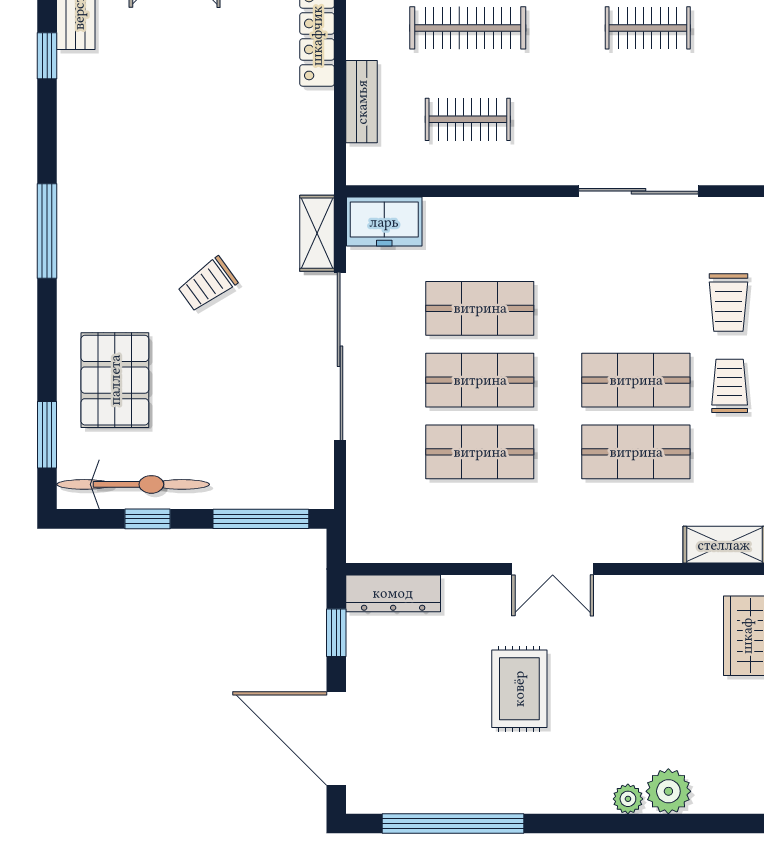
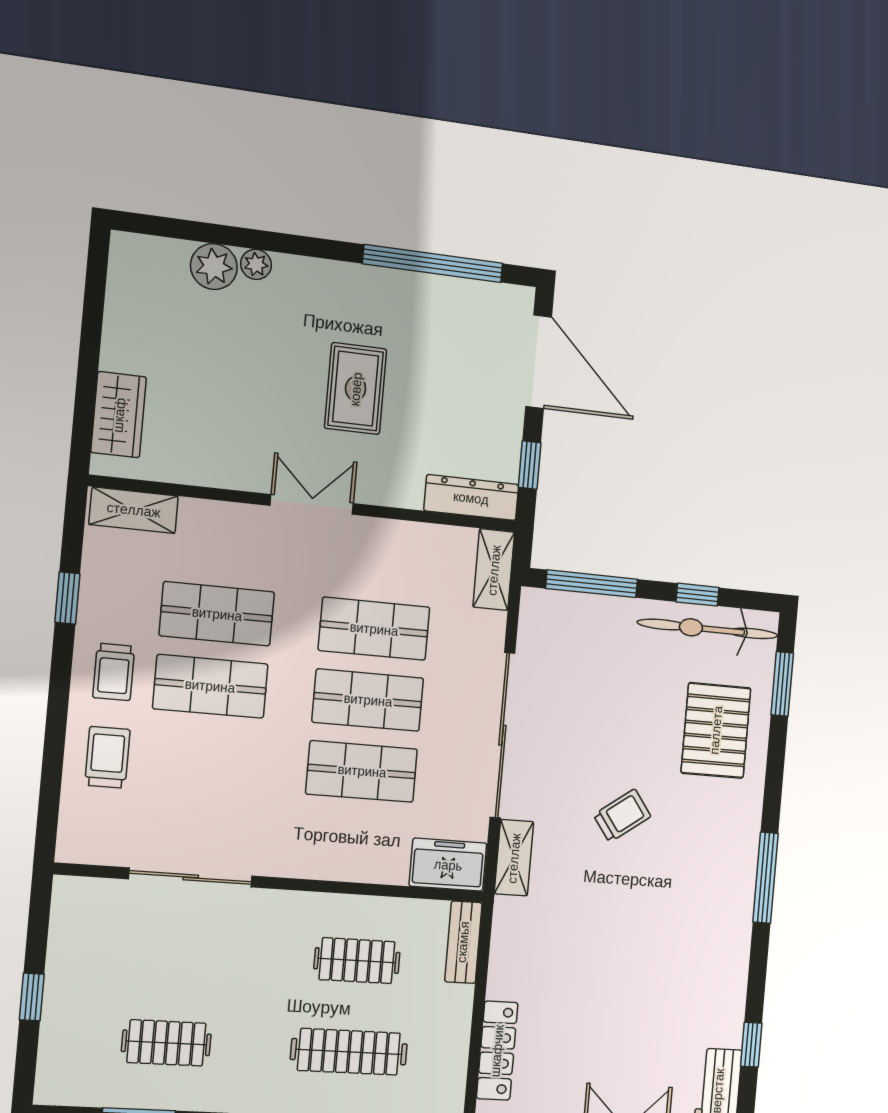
bench: (362, 102) -> (463, 942), moved
shelving: (364, 523) -> (494, 570), added

